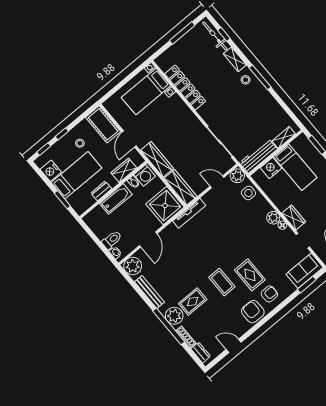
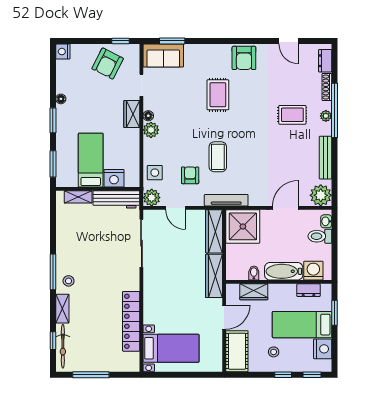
washing machine: (145, 175) -> (313, 271), moved
dresser: (101, 191) -> (309, 290), moved
coffee table: (222, 282) -> (218, 157), moved
armchair: (269, 294) -> (190, 175), moved, turned 90
plant: (174, 316) -> (326, 116), width x0.53, depth x0.53

